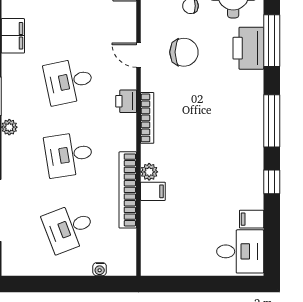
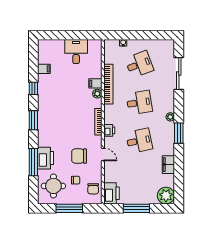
window: (272, 121) -> (33, 120), width x0.69
desk: (240, 251) -> (76, 52), moved, turned 90

